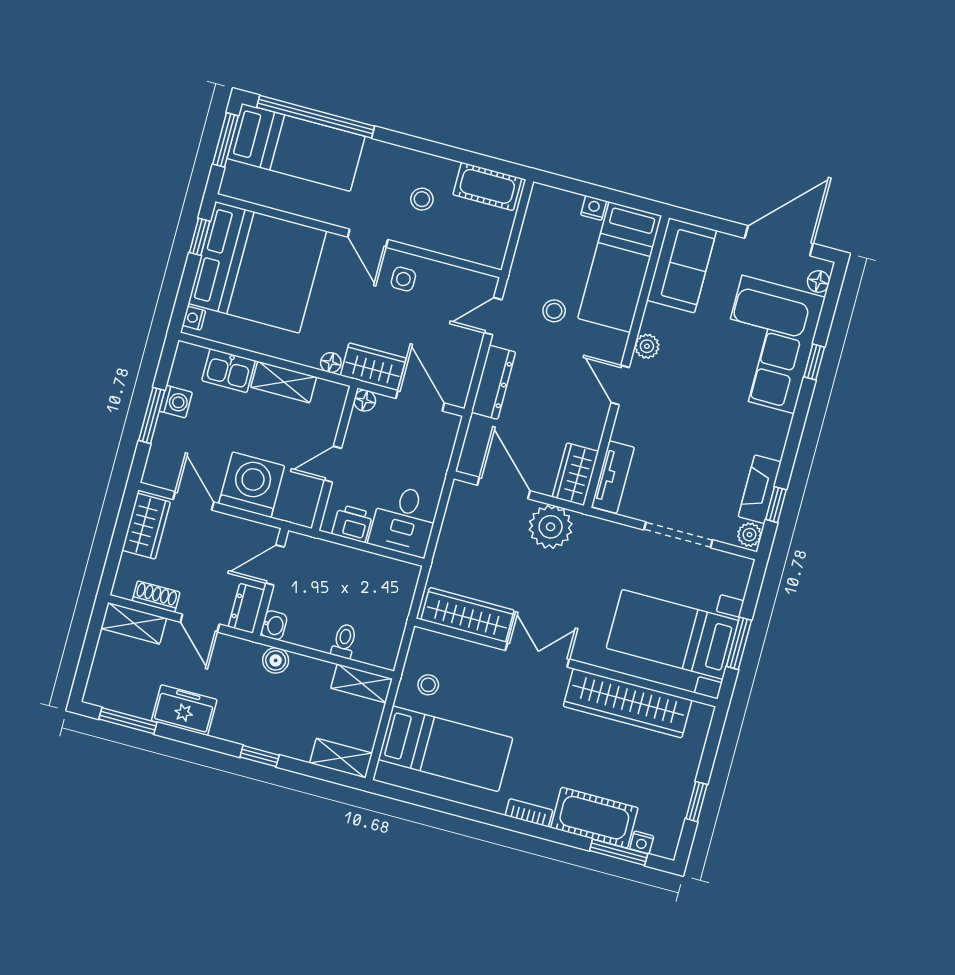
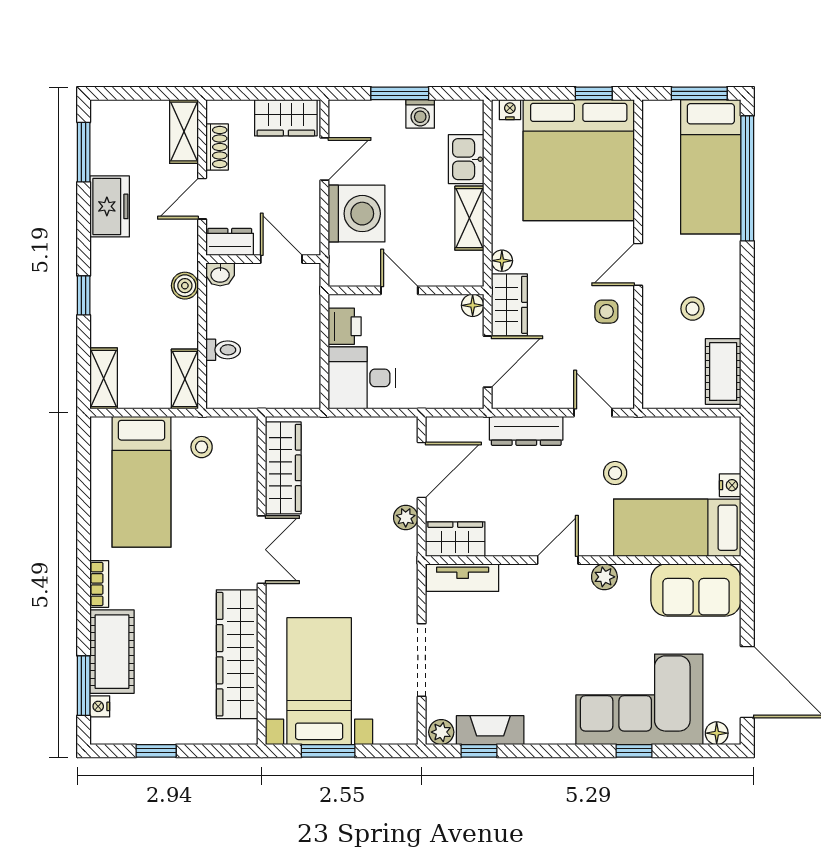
plant: (551, 527) -> (406, 517), width x0.53, depth x0.53

